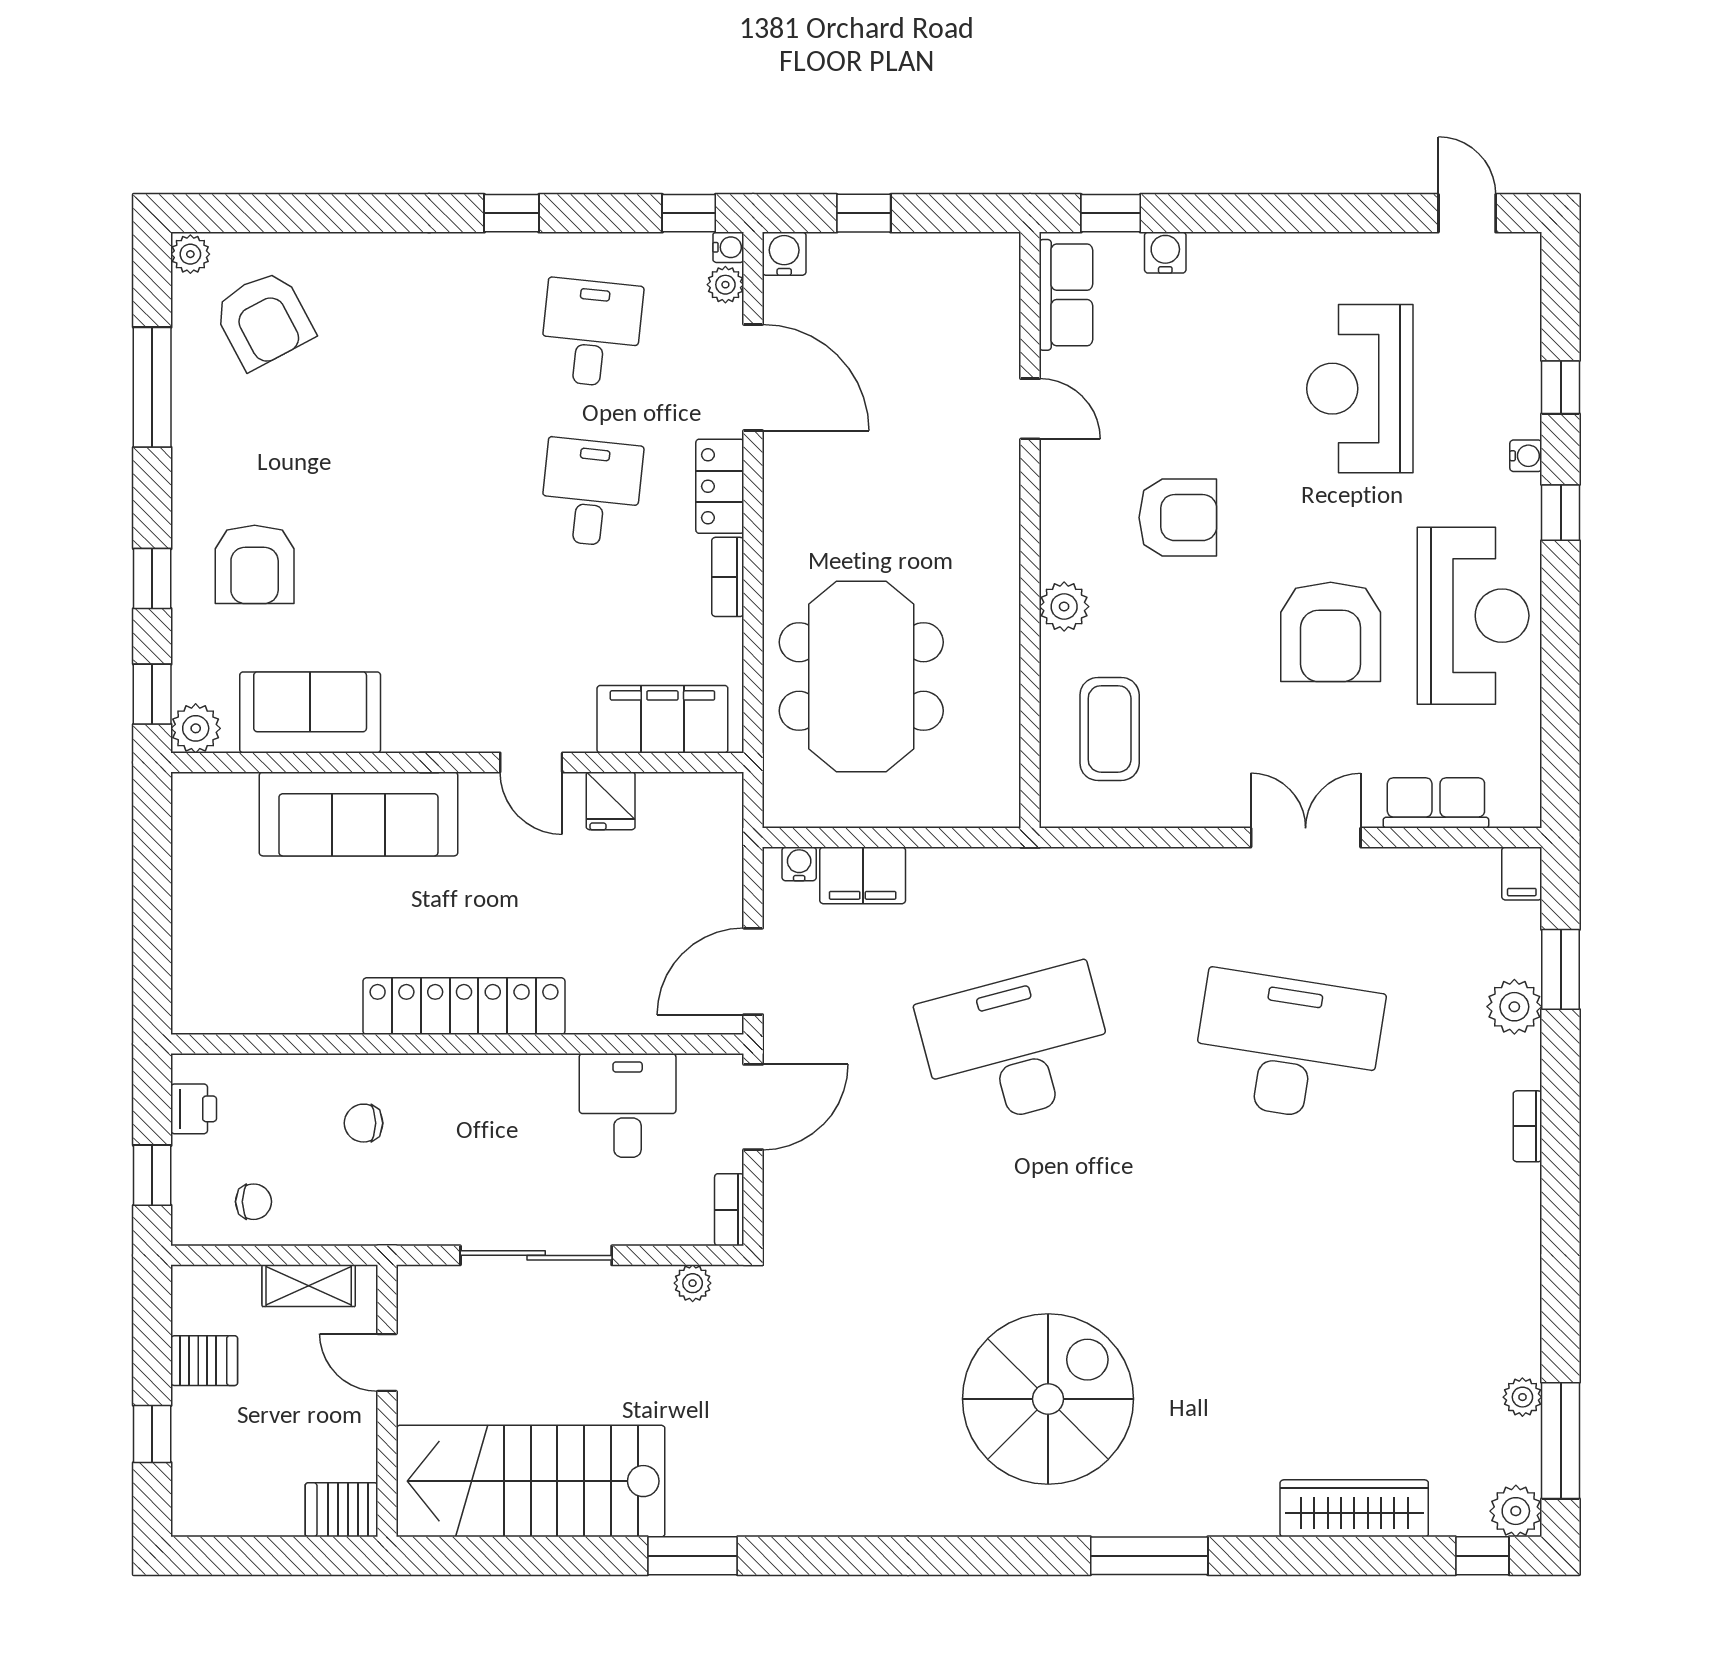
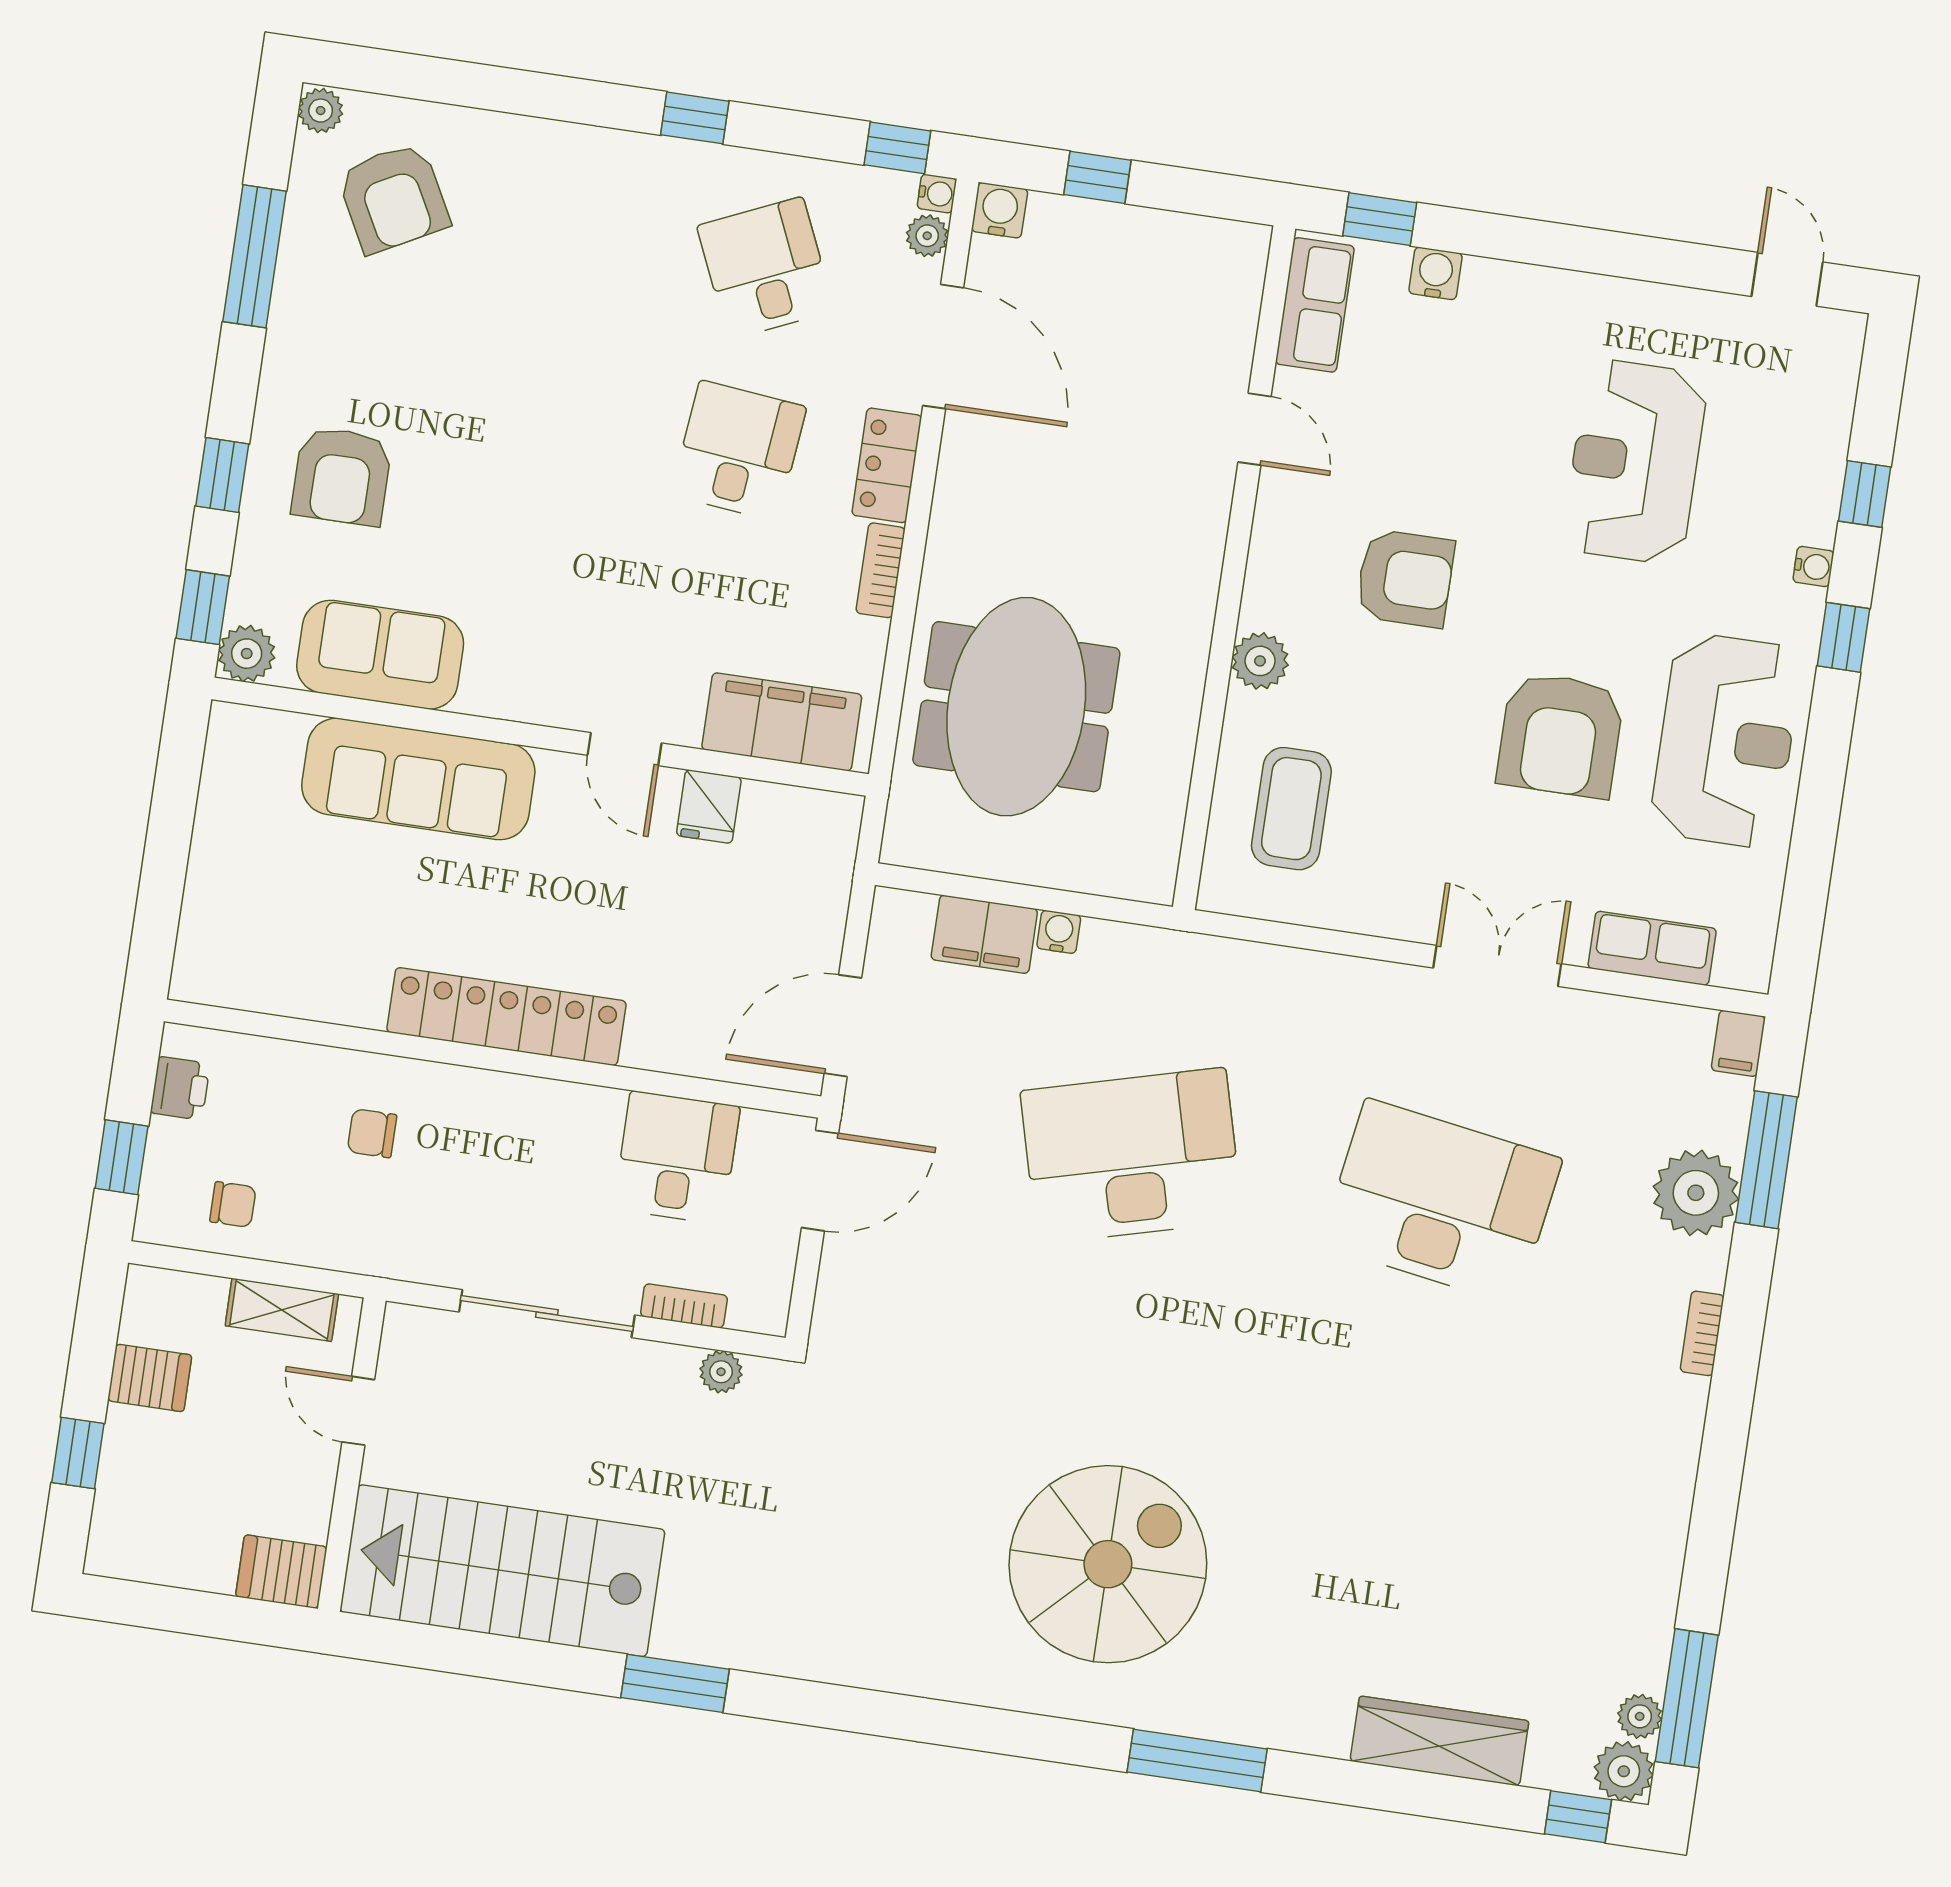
desk: (591, 333) -> (766, 268), turned -30
water cooler: (799, 864) -> (1059, 932), moved
window: (1561, 969) -> (1766, 1160), width x1.44
plant: (1514, 1007) -> (1696, 1193), width x1.36, depth x1.36
bookcase: (729, 1210) -> (684, 1306), moved, turned 90
plant: (1522, 1397) -> (1640, 1716), moved

